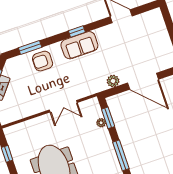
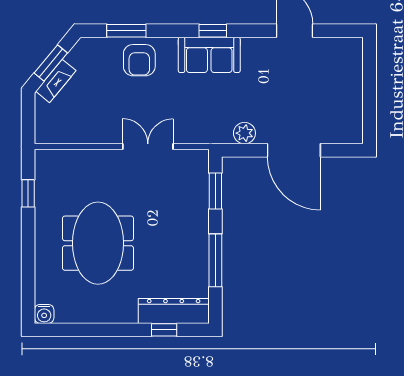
armchair: (43, 61) -> (139, 60), turned -90
double door: (63, 106) -> (148, 146), swing flipped
plant: (101, 123) -> (201, 195), removed

